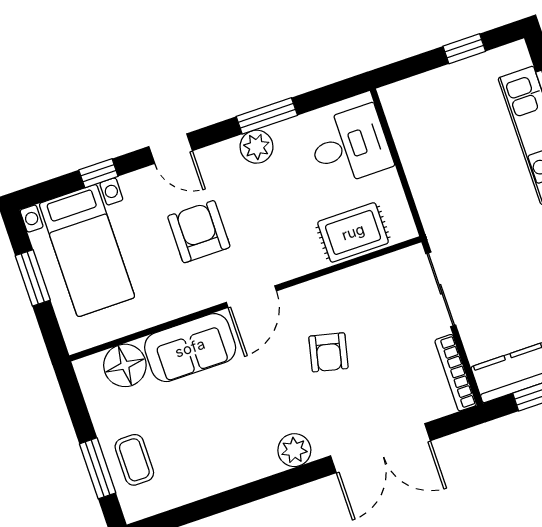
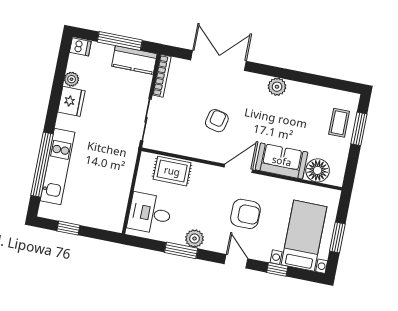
armchair: (199, 232) -> (245, 214), turned -90
plant: (294, 450) -> (277, 87), moved

